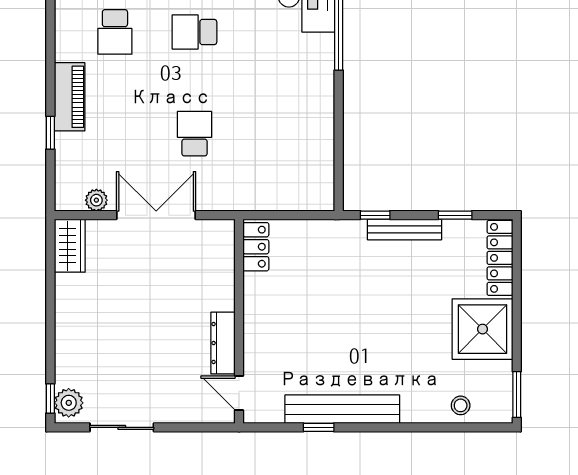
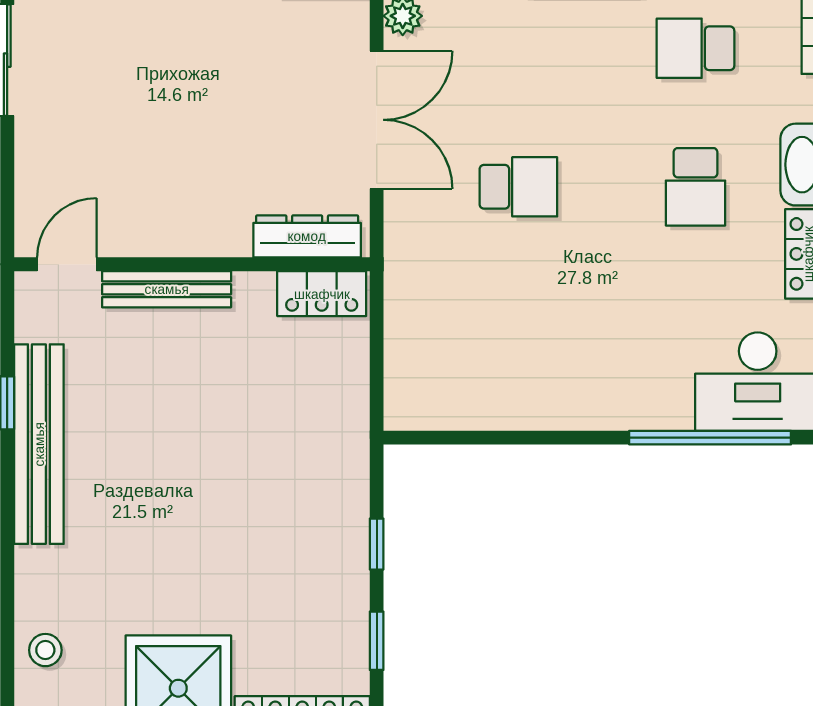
school desk: (194, 32) -> (696, 187), turned 180
window: (375, 215) -> (377, 544), moved
bench: (404, 229) -> (167, 289), moved, turned 90
dresser: (223, 343) -> (307, 236), moved

